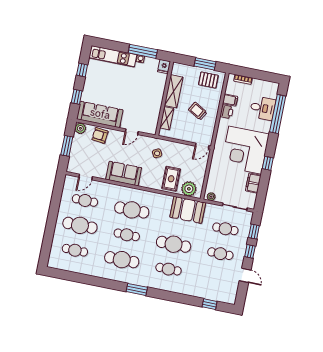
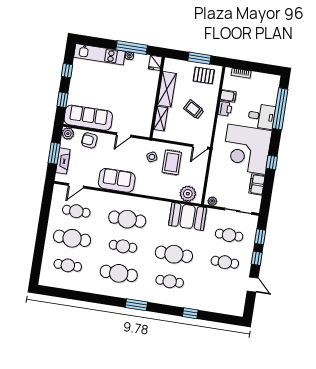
desk: (263, 108) -> (262, 116), moved
fireplace: (75, 153) -> (63, 161), added
rug: (171, 179) -> (172, 162), moved
window: (210, 304) -> (190, 313), moved

